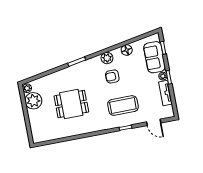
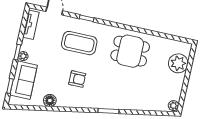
plant: (107, 58) -> (75, 101), removed
tv unit: (165, 93) -> (31, 25), moved
plant: (33, 101) -> (178, 63), moved
dining table: (71, 104) -> (130, 51), moved

